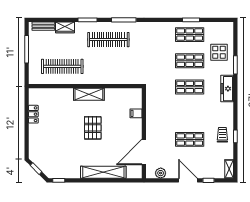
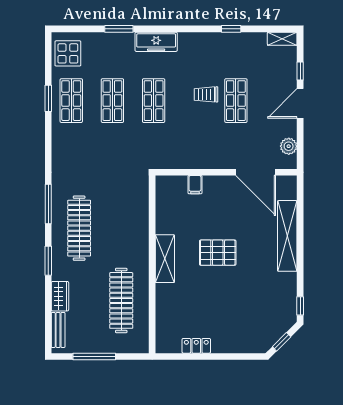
display table: (219, 52) -> (68, 53), moved
trolley: (222, 135) -> (206, 94), moved

